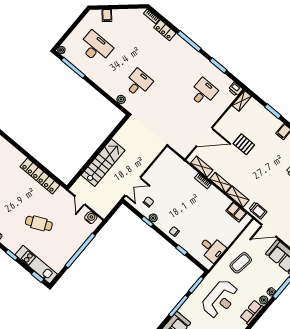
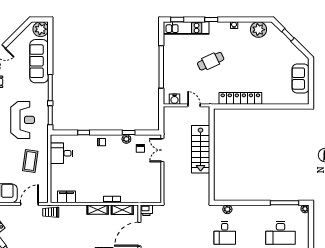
printer: (184, 151) -> (146, 210), added
shelving: (238, 197) -> (75, 210), removed
reception desk: (220, 299) -> (23, 120), turned 180

